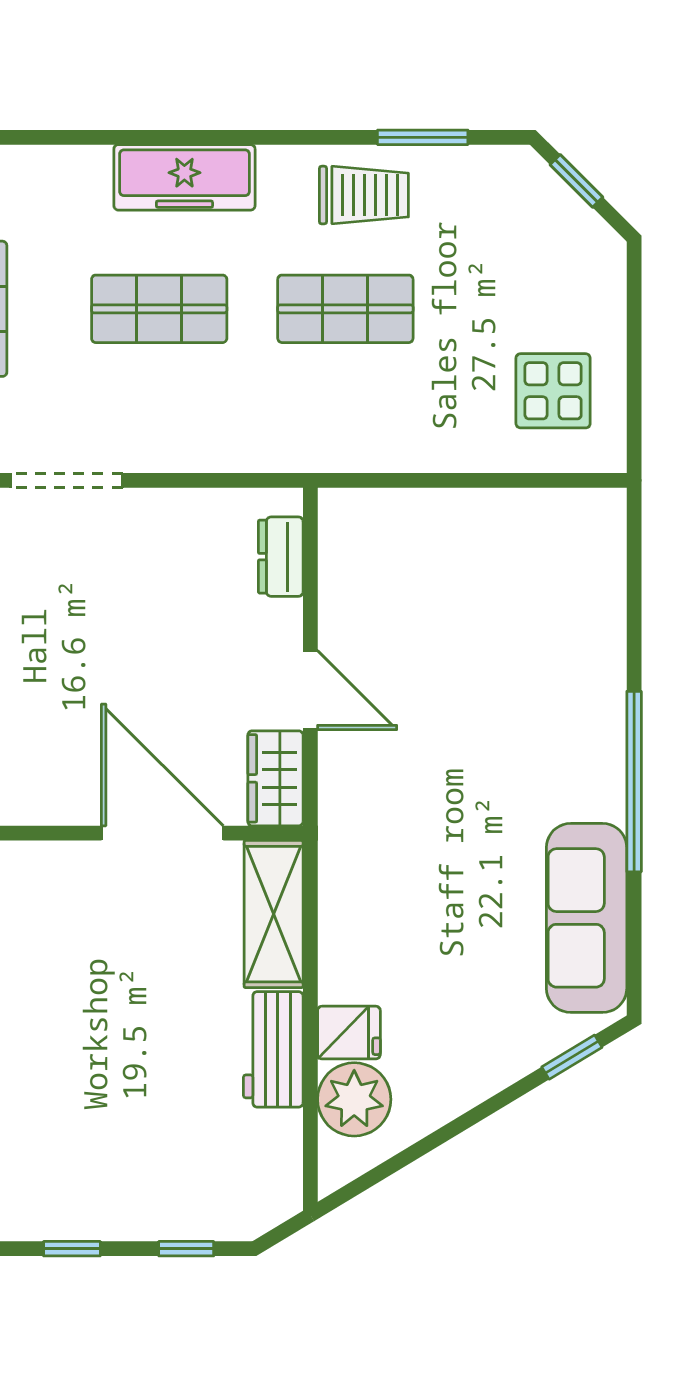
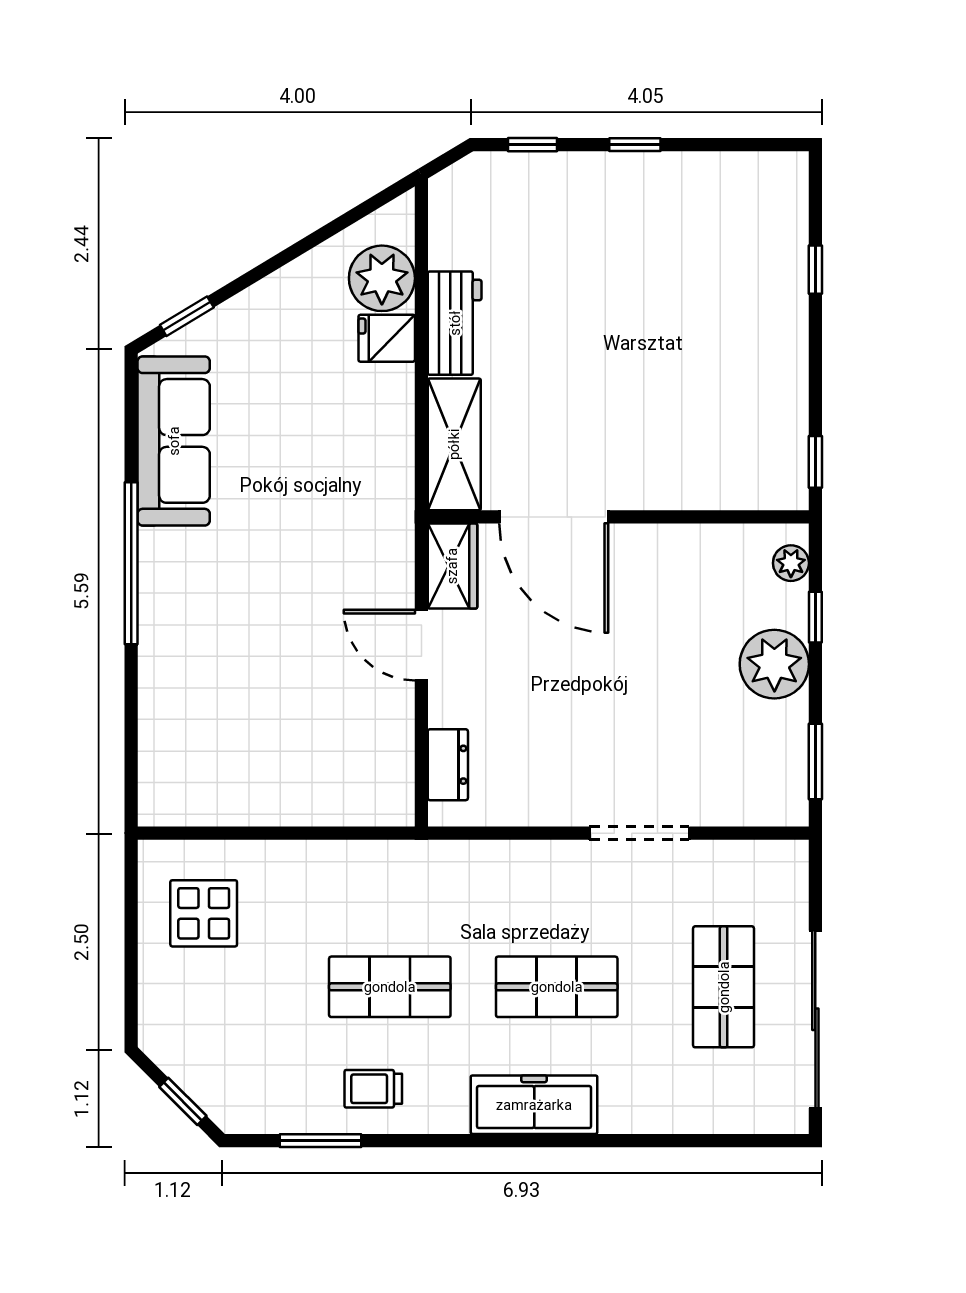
trolley: (364, 195) -> (373, 1089), width x0.73, depth x0.72

